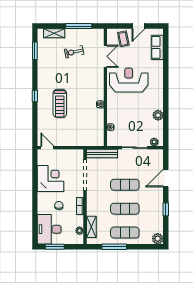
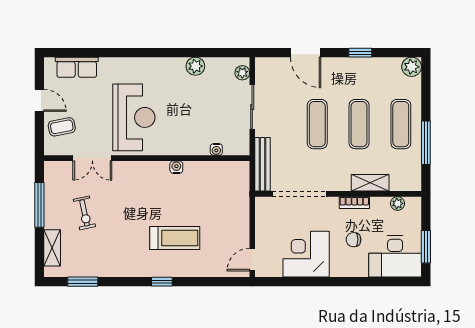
double door: (105, 56) -> (92, 158), swing flipped
reception desk: (129, 80) -> (134, 117), turned 180
shelving: (91, 227) -> (370, 183), moved

